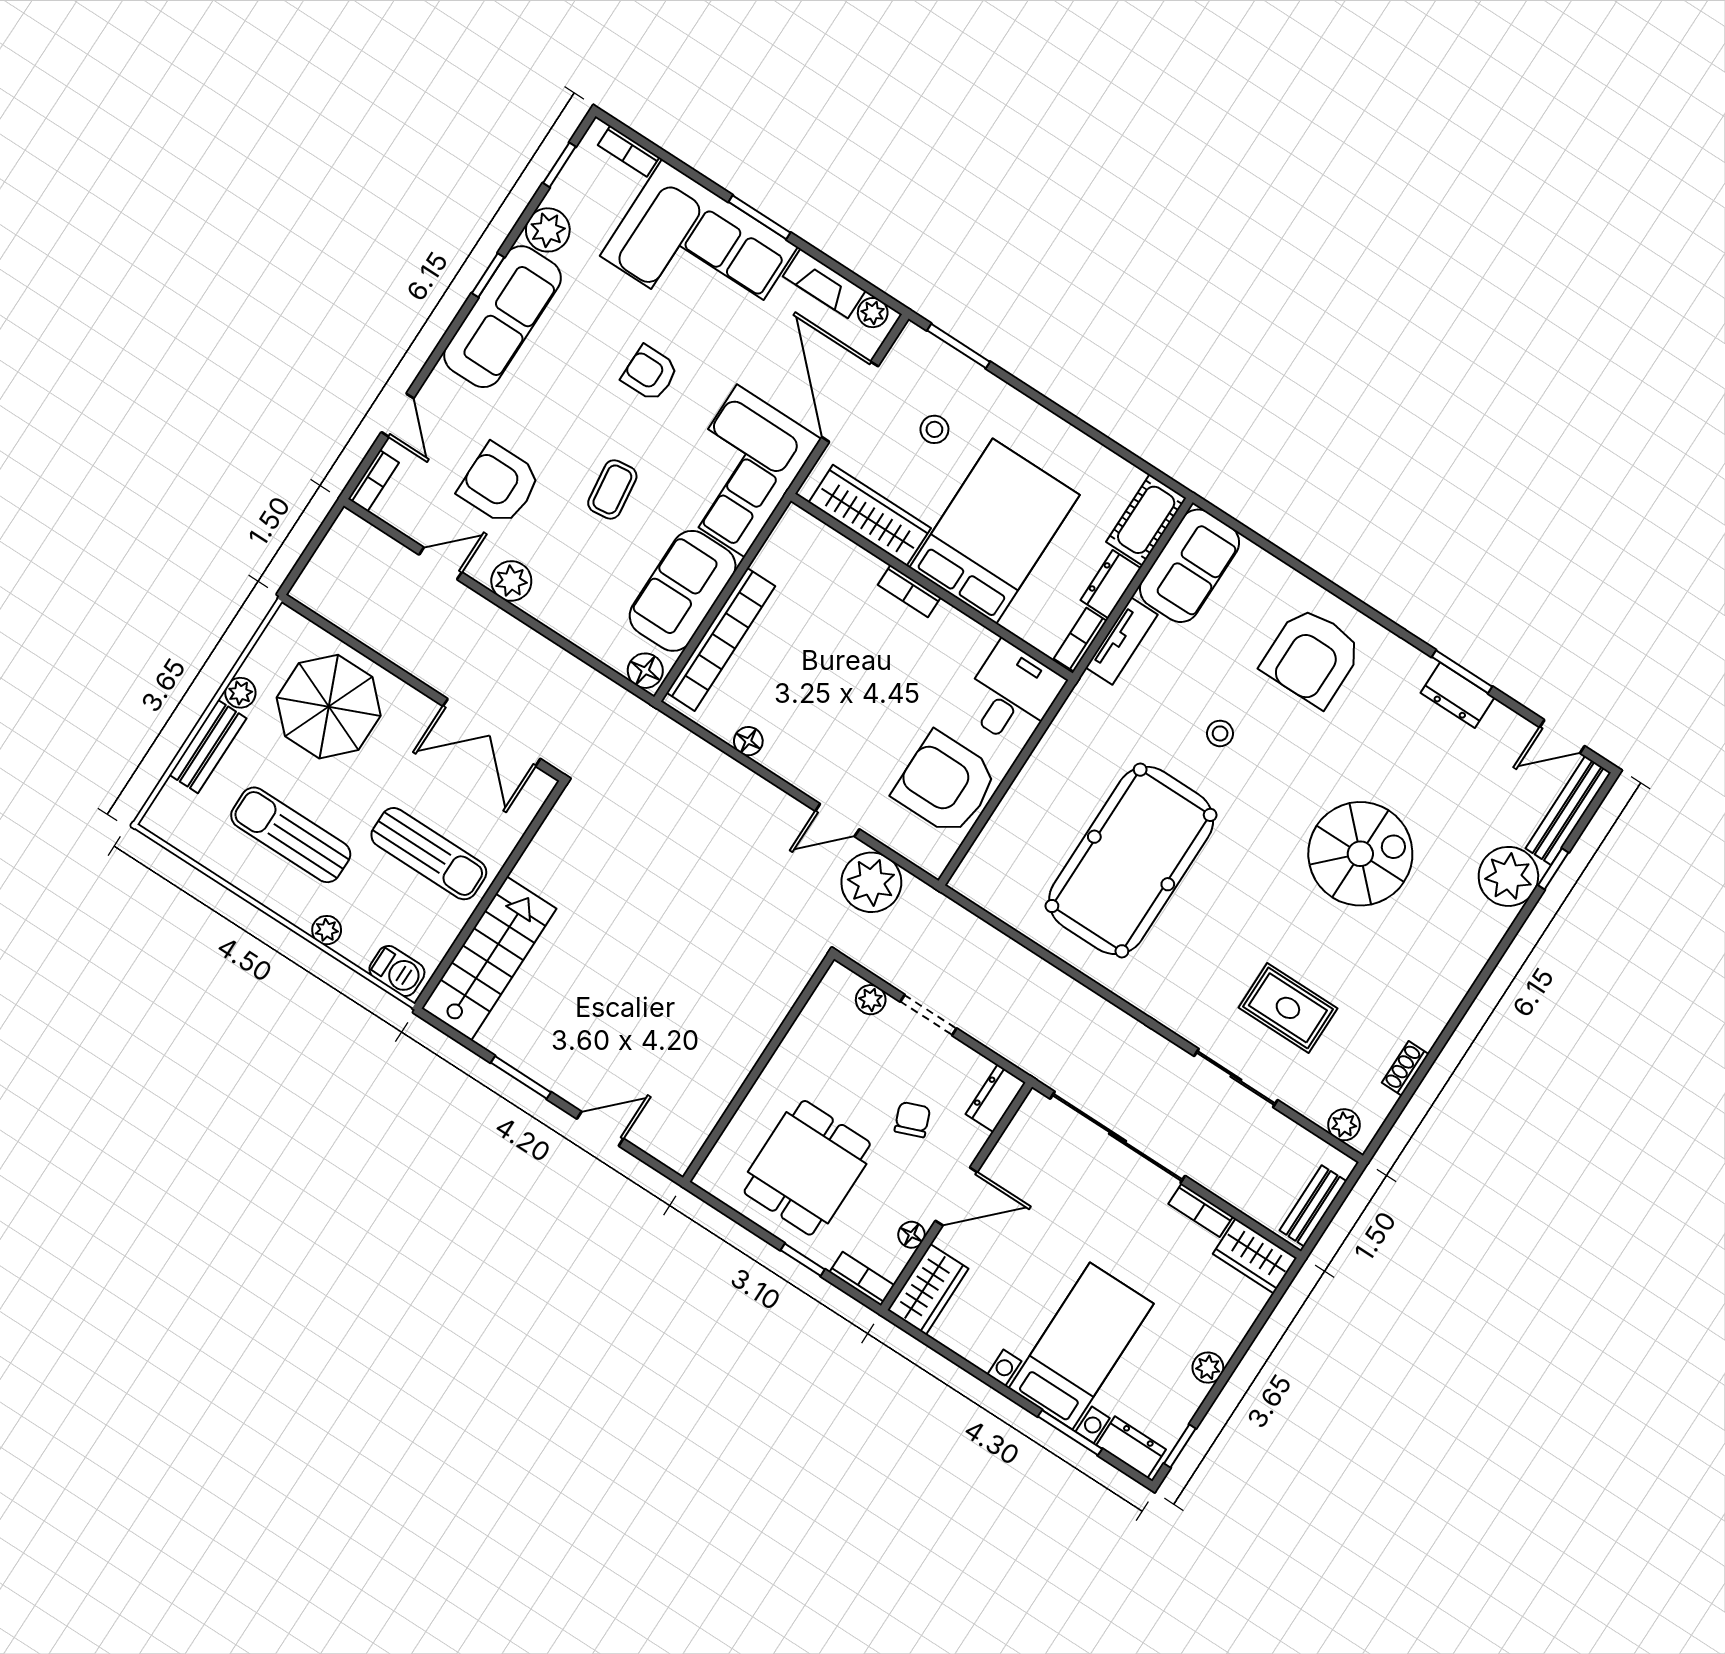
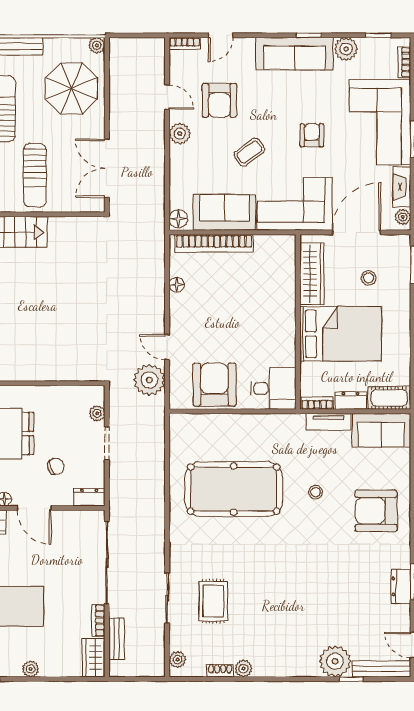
armchair: (499, 484) -> (219, 100), turned 180
coffee table: (612, 489) -> (249, 152), turned -30
bookcase: (909, 591) -> (290, 313), removed
plant: (240, 693) -> (97, 45), moved
spiral stairs: (1360, 854) -> (303, 589), removed
plant: (1426, 1029) -> (243, 668), added
bench: (1313, 1206) -> (117, 639), moved, turned 90

